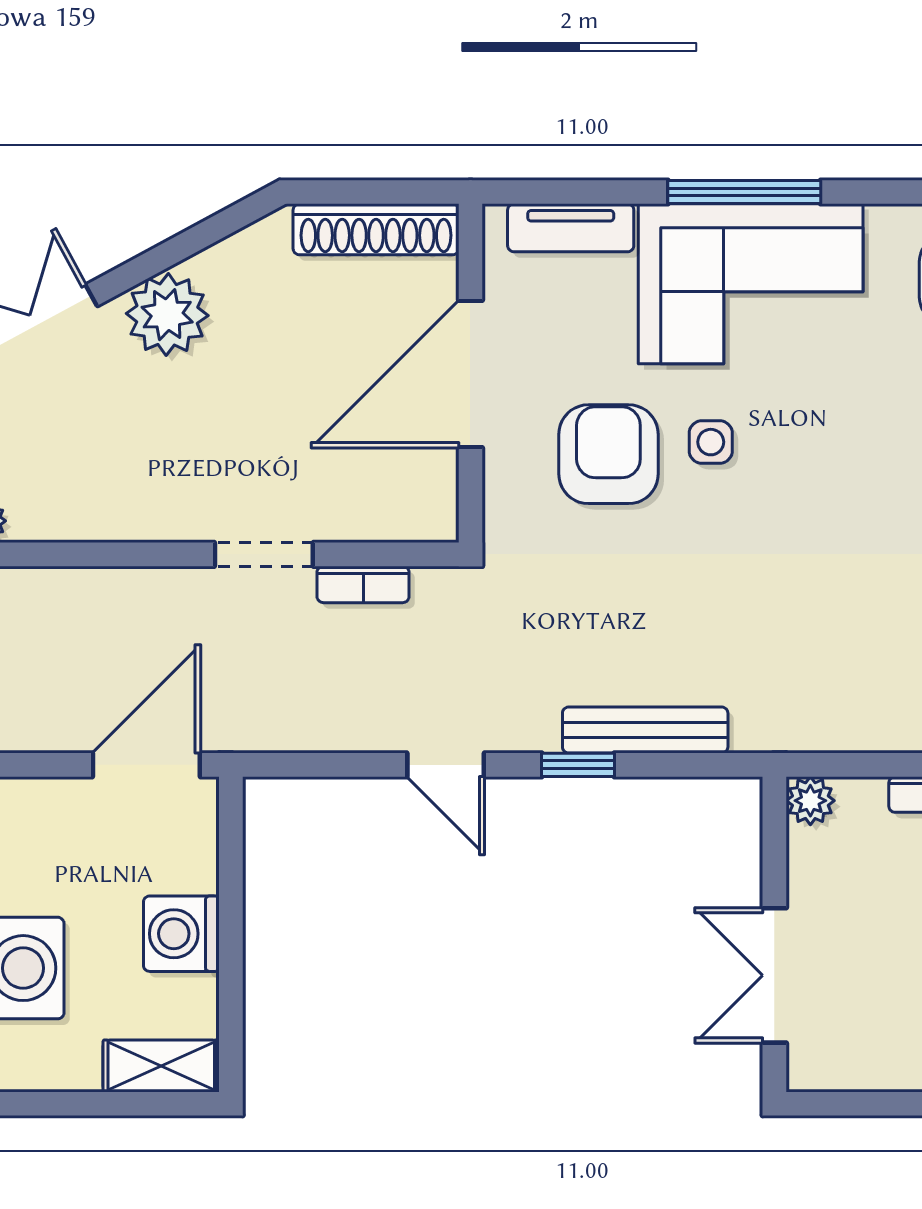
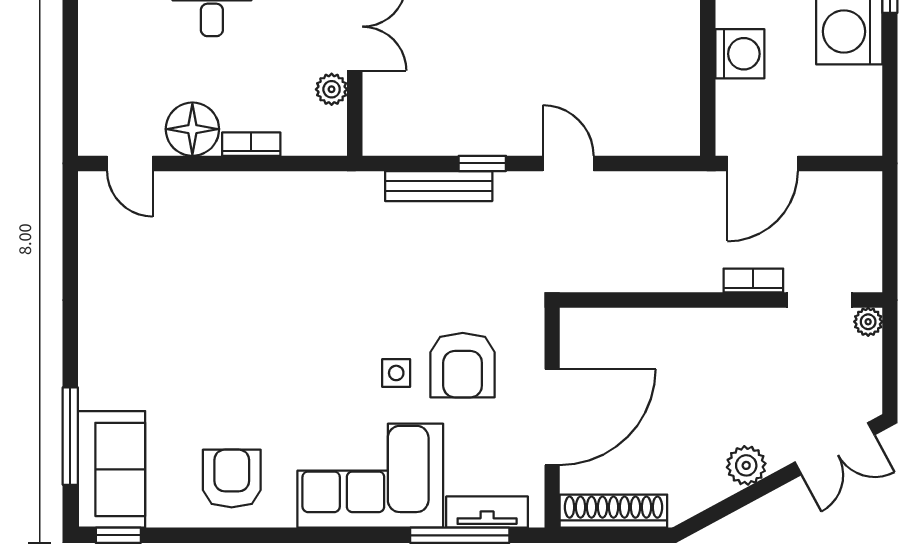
window: (744, 192) -> (460, 535), moved
plant: (167, 315) -> (746, 465), width x0.73, depth x0.73
doorway: (264, 554) -> (819, 300), moved
bookcase: (363, 584) -> (753, 281), moved
plant: (810, 801) -> (332, 89), moved

